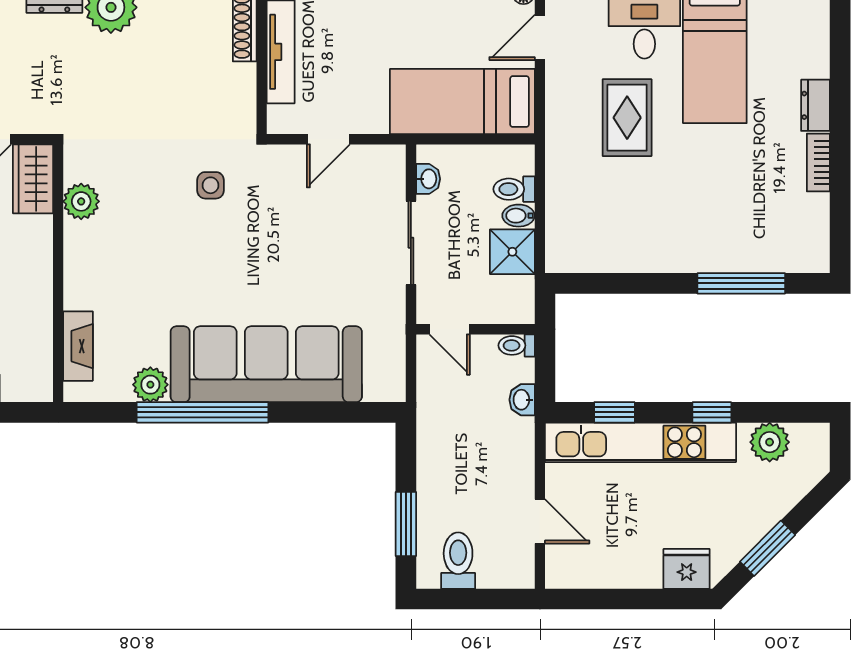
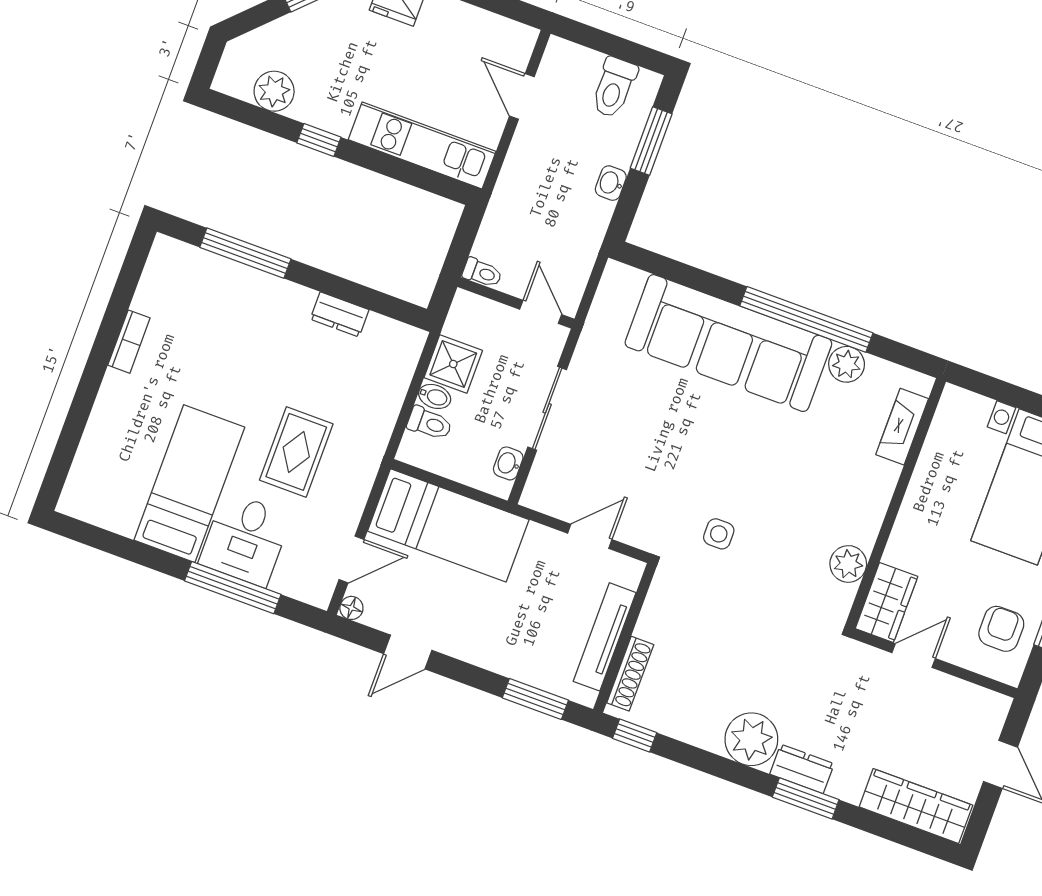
dresser: (816, 105) -> (340, 314), moved, turned 90
washbasin: (522, 400) -> (611, 183), moved, turned 180
window: (614, 412) -> (412, 174), removed
kitchen unit: (640, 442) -> (422, 146), width x0.73

